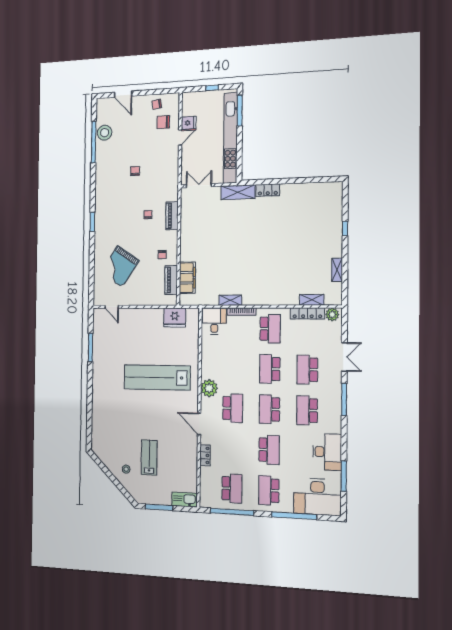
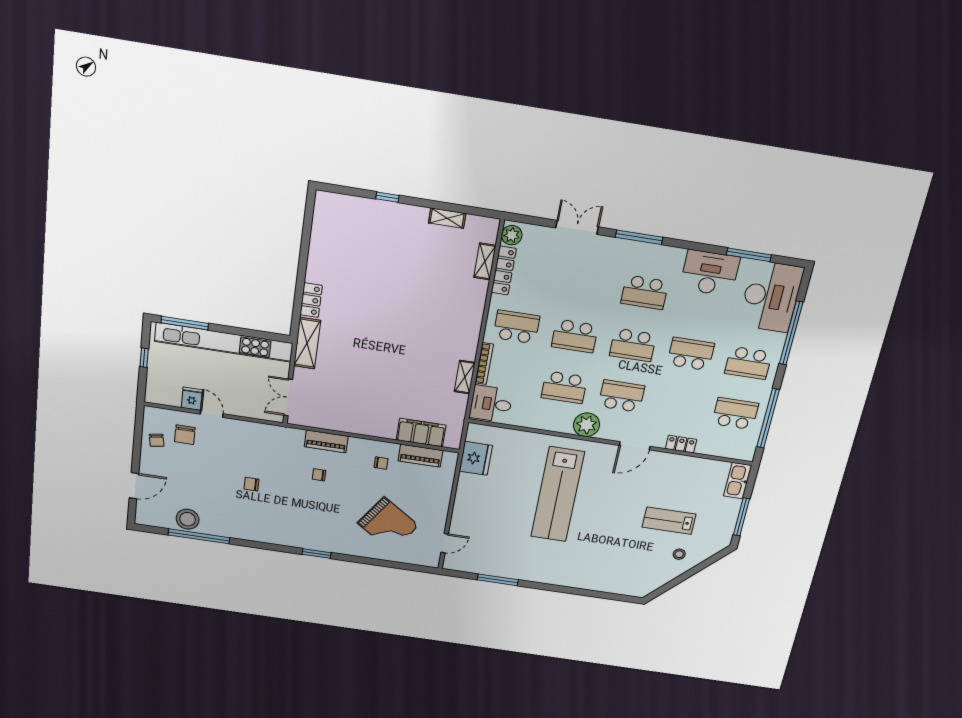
school desk: (307, 370) -> (564, 387), moved

